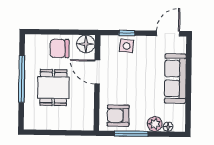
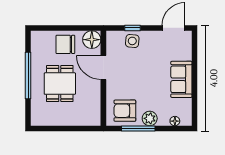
sofa: (175, 78) -> (181, 79), width x0.73
plant: (155, 124) -> (150, 118), moved

